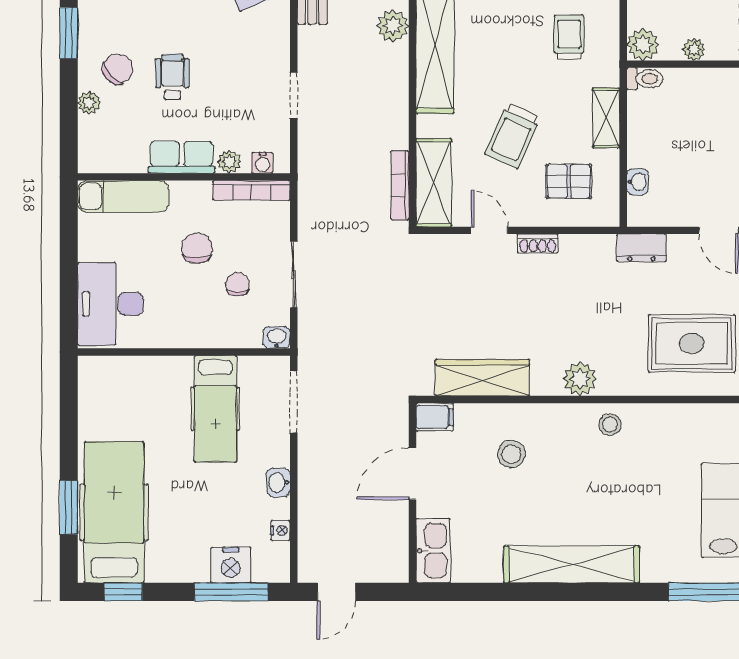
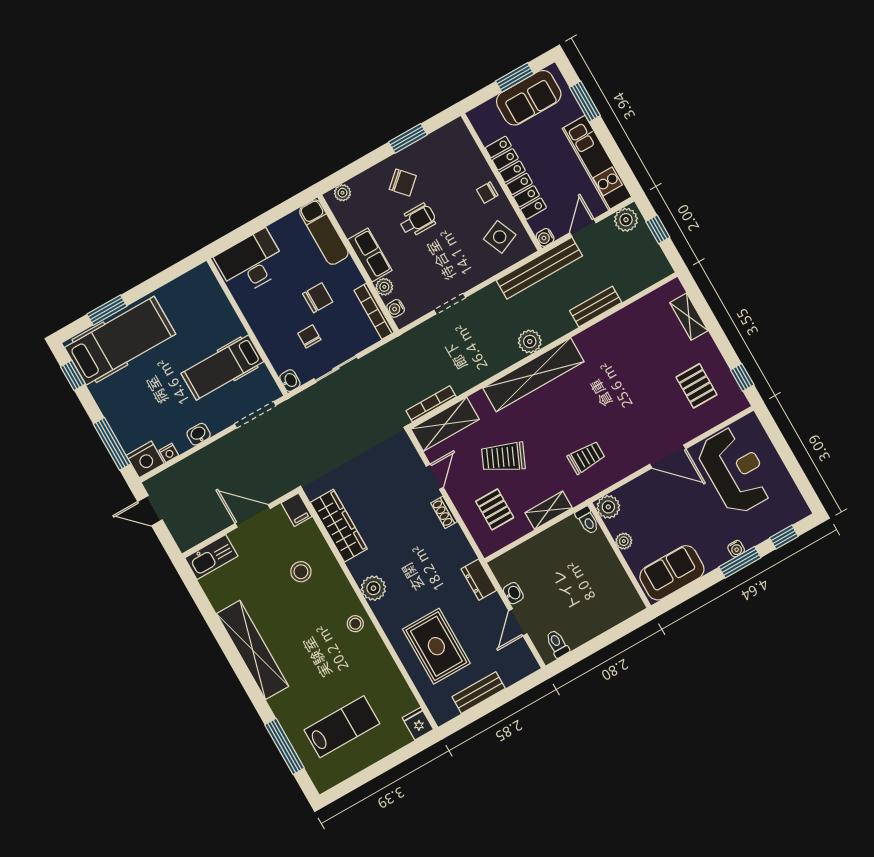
plant: (89, 103) -> (342, 193), moved
washbasin: (638, 182) -> (513, 593), moved, turned -90
chair: (237, 285) -> (309, 336), turned -90
nightstand: (231, 565) -> (145, 459), moved, turned -90

